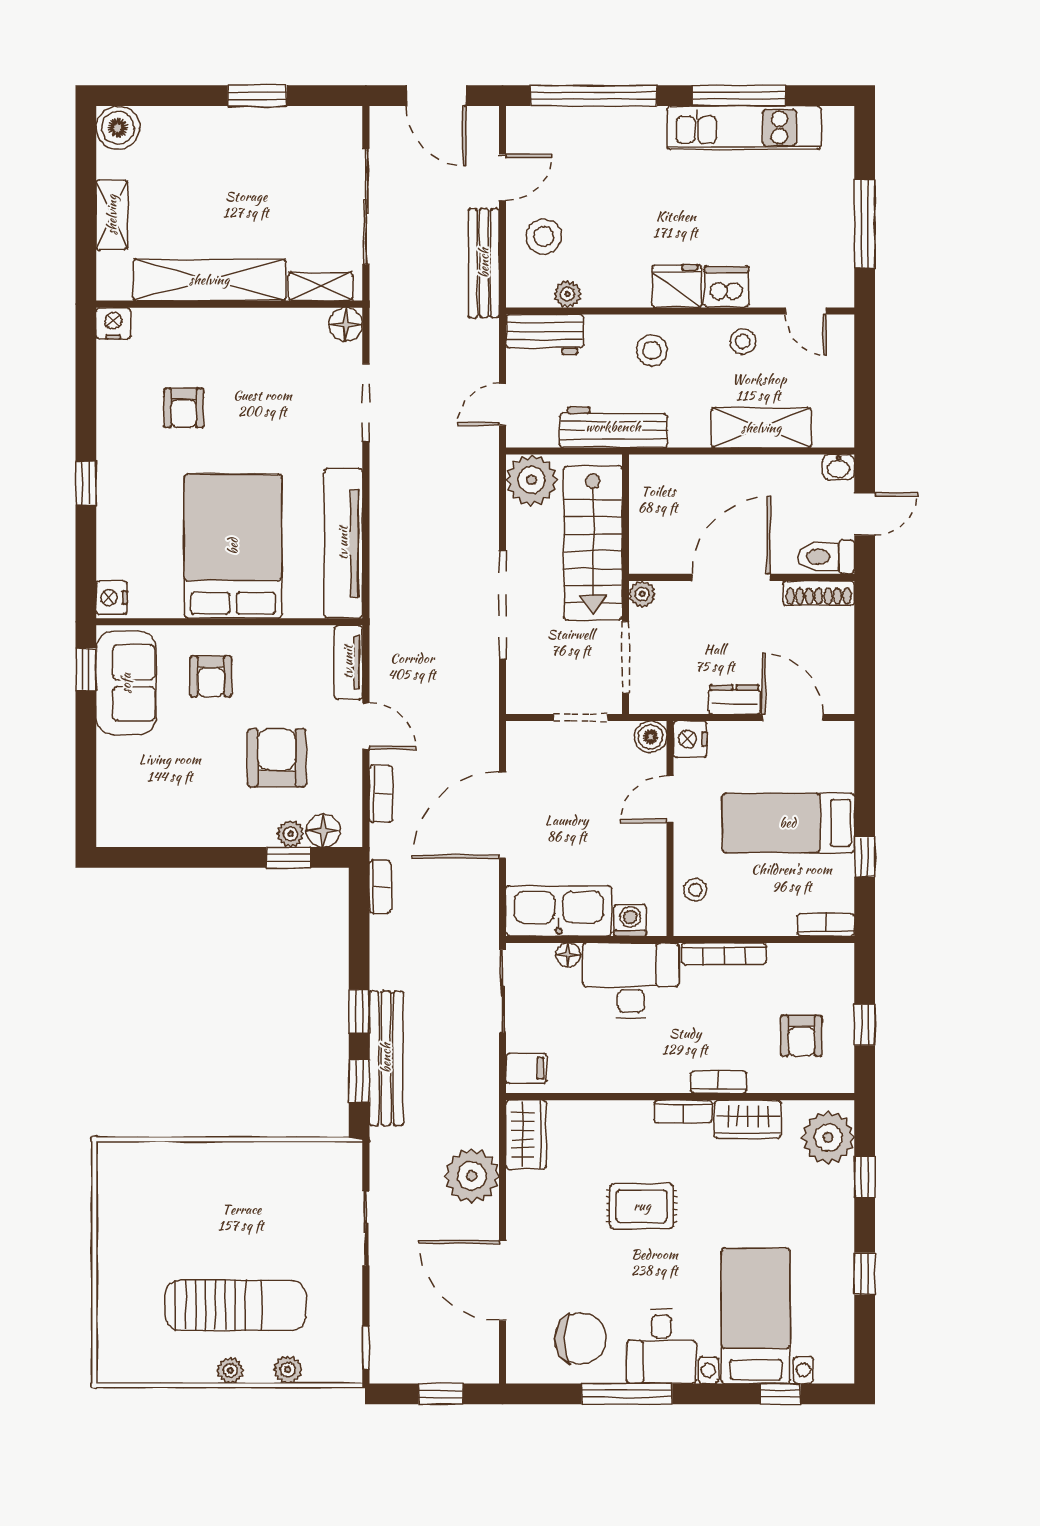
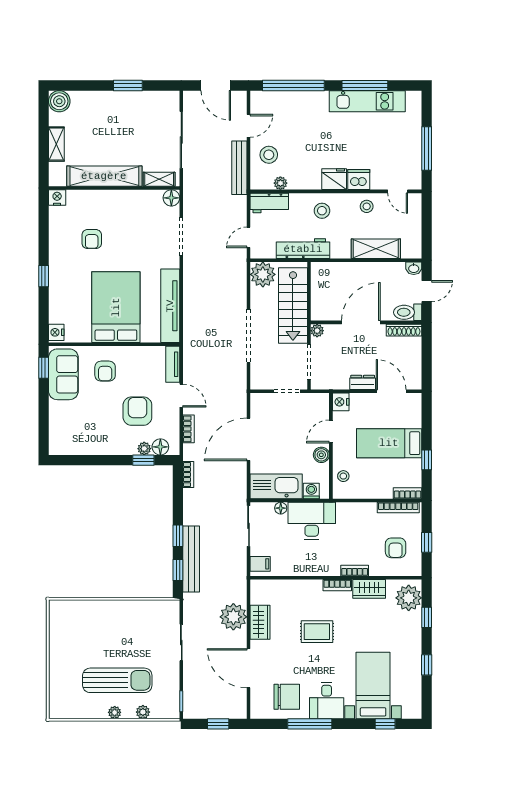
boiler: (651, 737) -> (321, 455), moved
bookcase: (724, 954) -> (398, 507), moved
wardrobe: (526, 1135) -> (260, 622), moved

